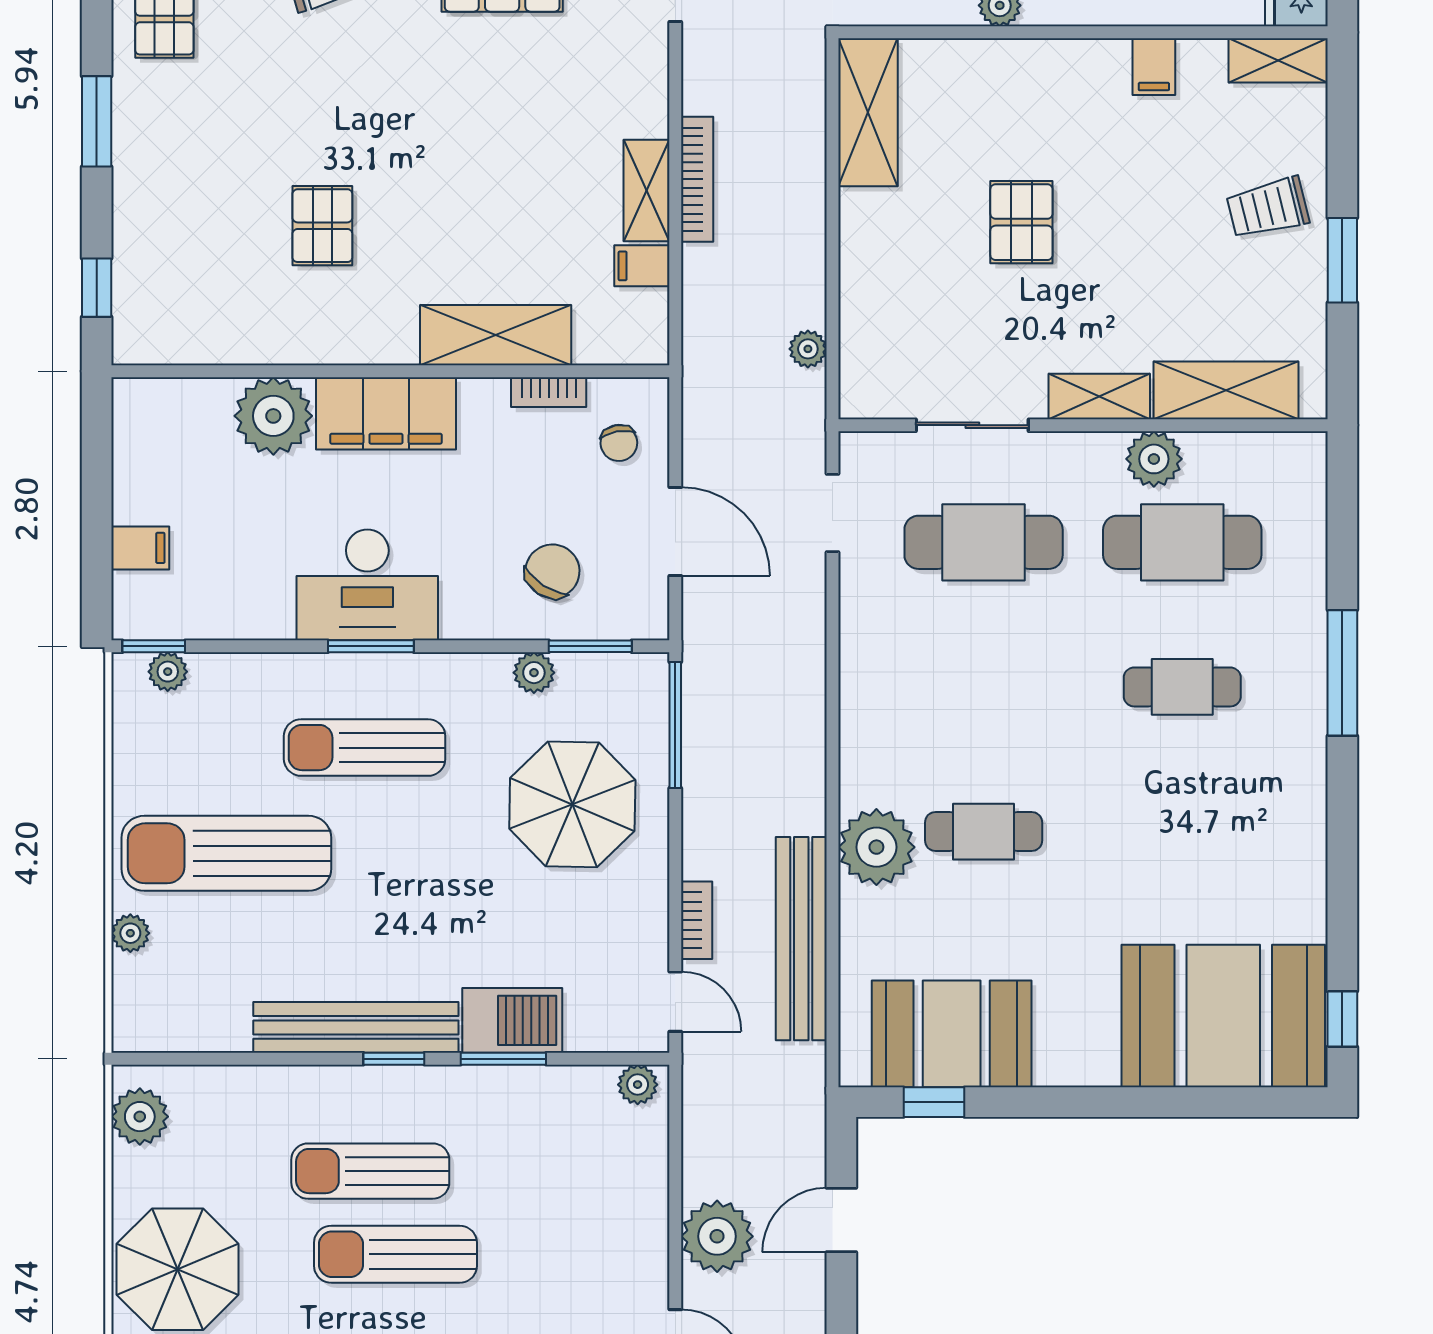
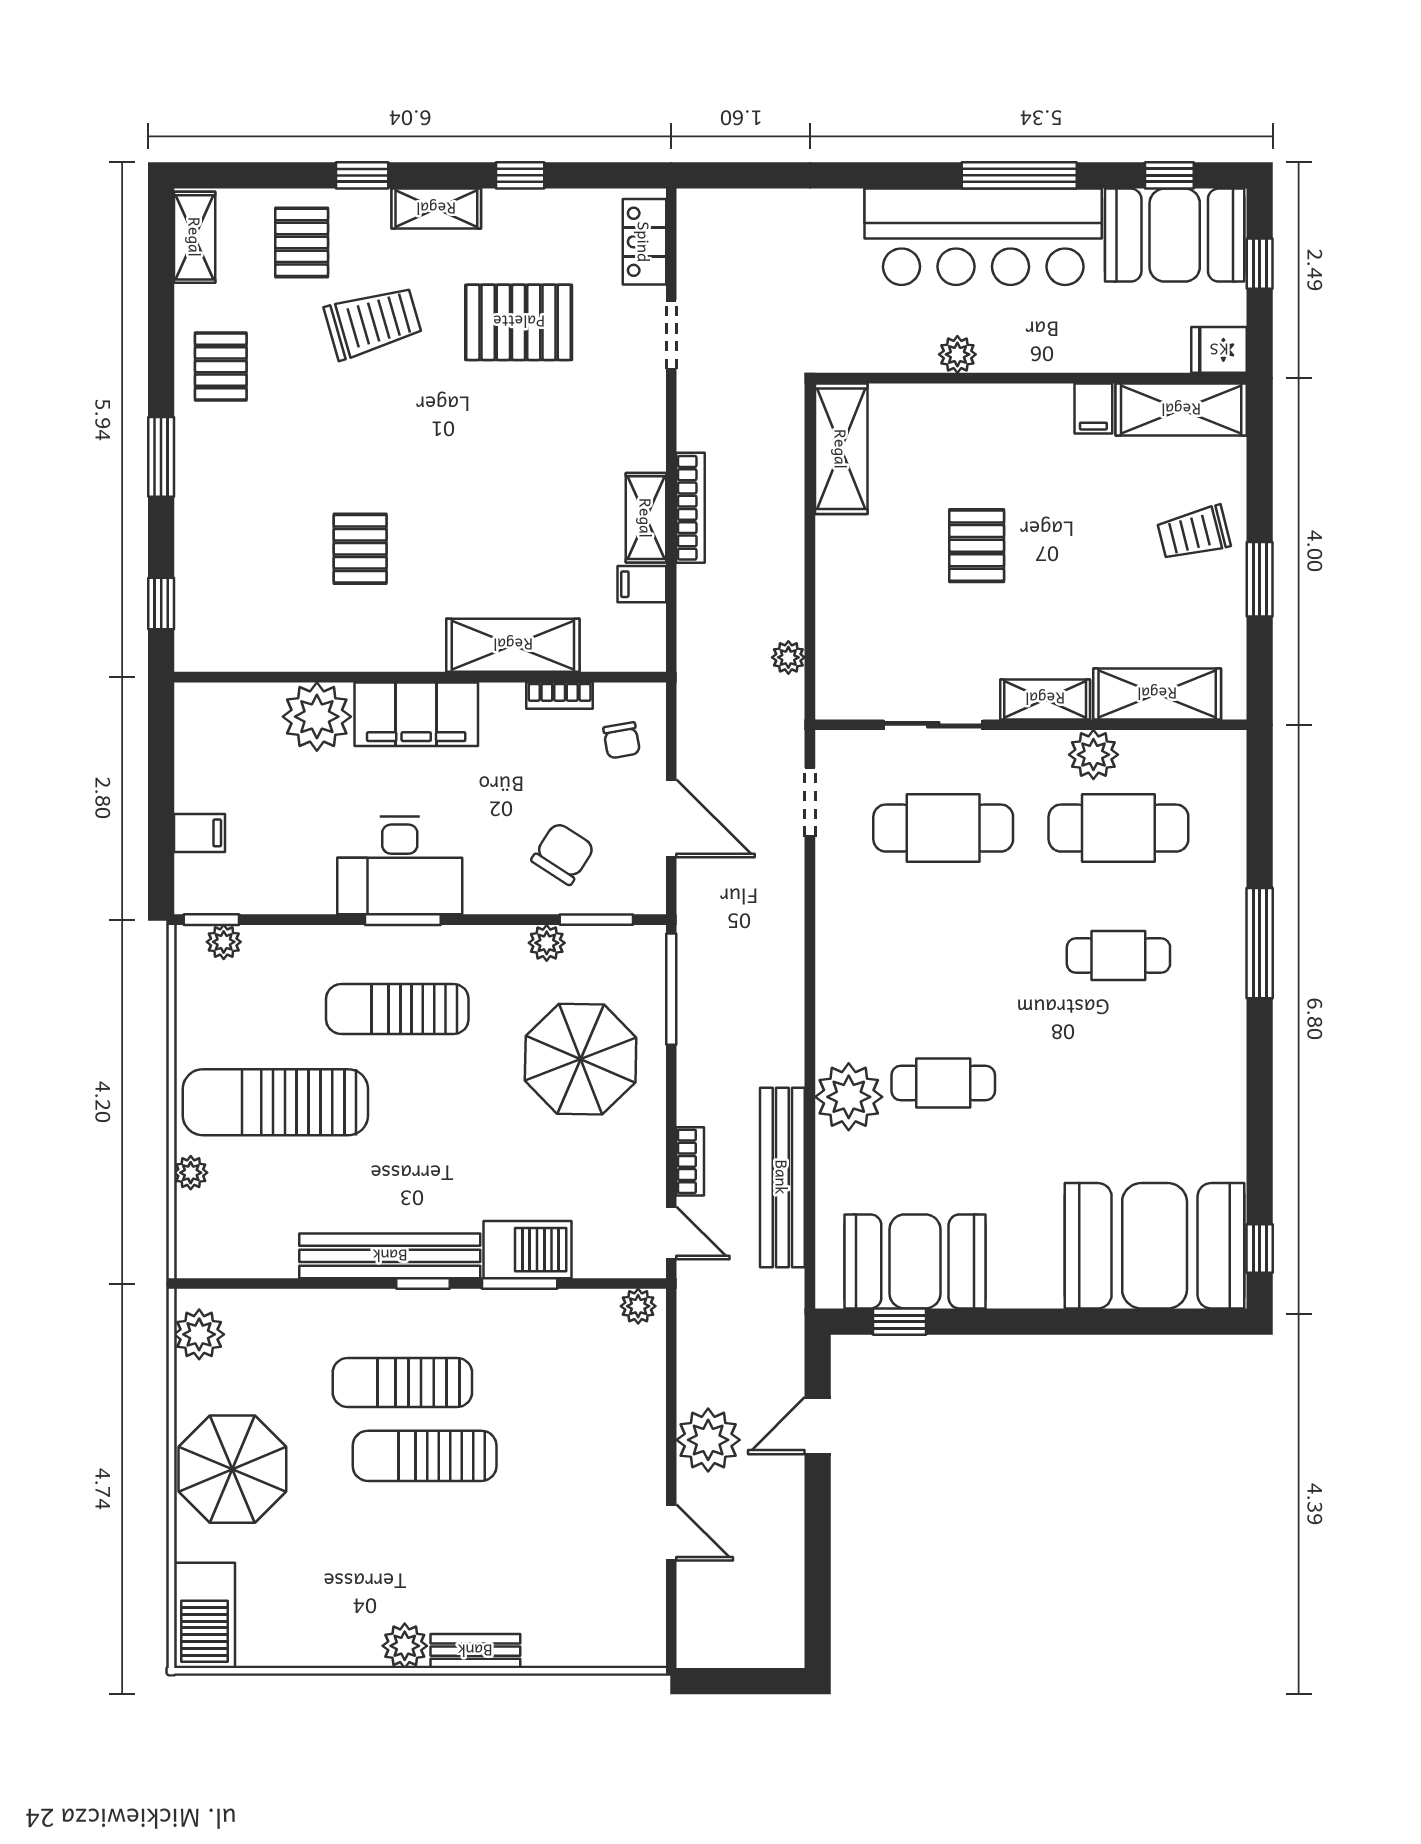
shelving: (1278, 60) -> (1181, 410), width x1.50, depth x1.33

